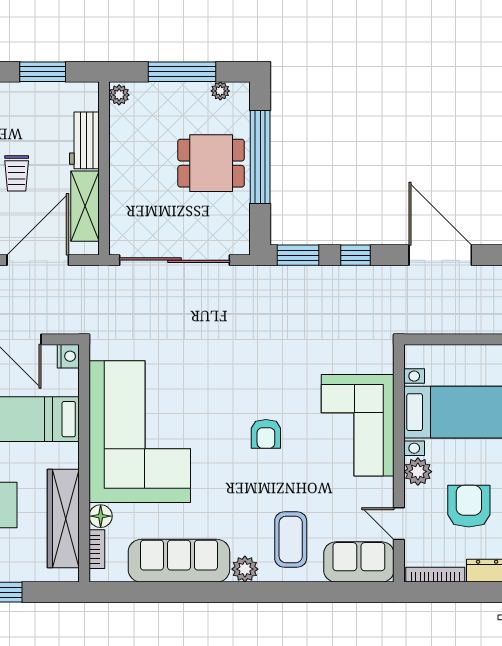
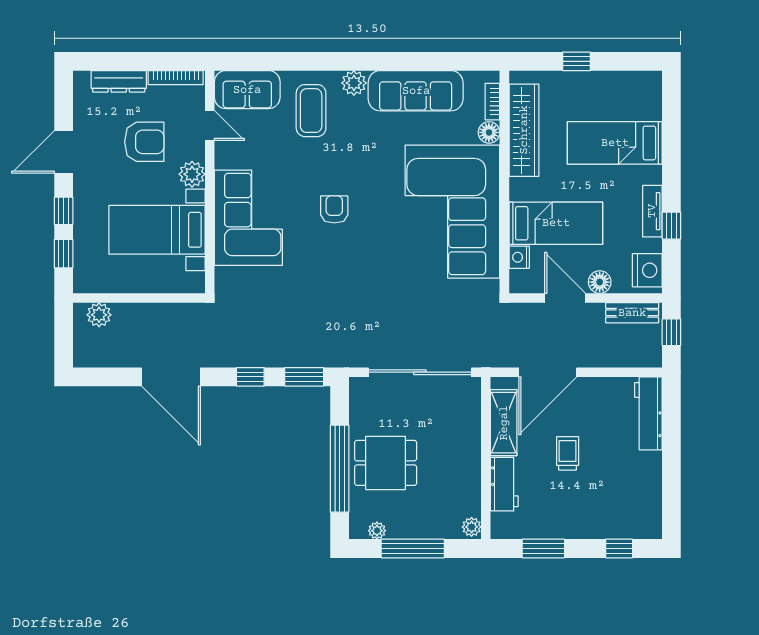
nightstand: (68, 356) -> (519, 257), moved
armchair: (469, 506) -> (144, 142), turned -90

